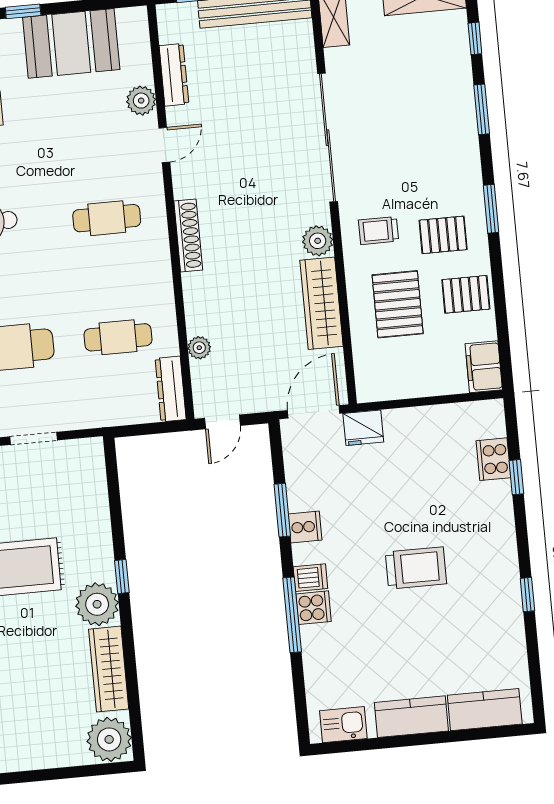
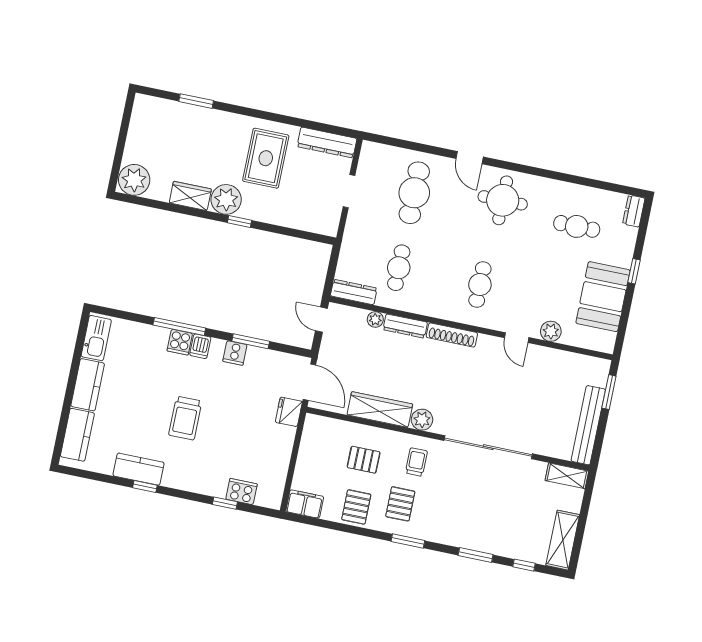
dresser: (174, 75) -> (405, 326), moved
pallet: (398, 304) -> (364, 460), width x0.67, depth x0.71
kitchen counter: (506, 611) -> (139, 469), added
wardrobe: (109, 669) -> (190, 196), width x0.67
kitchen sink: (343, 725) -> (96, 338), width x1.38

